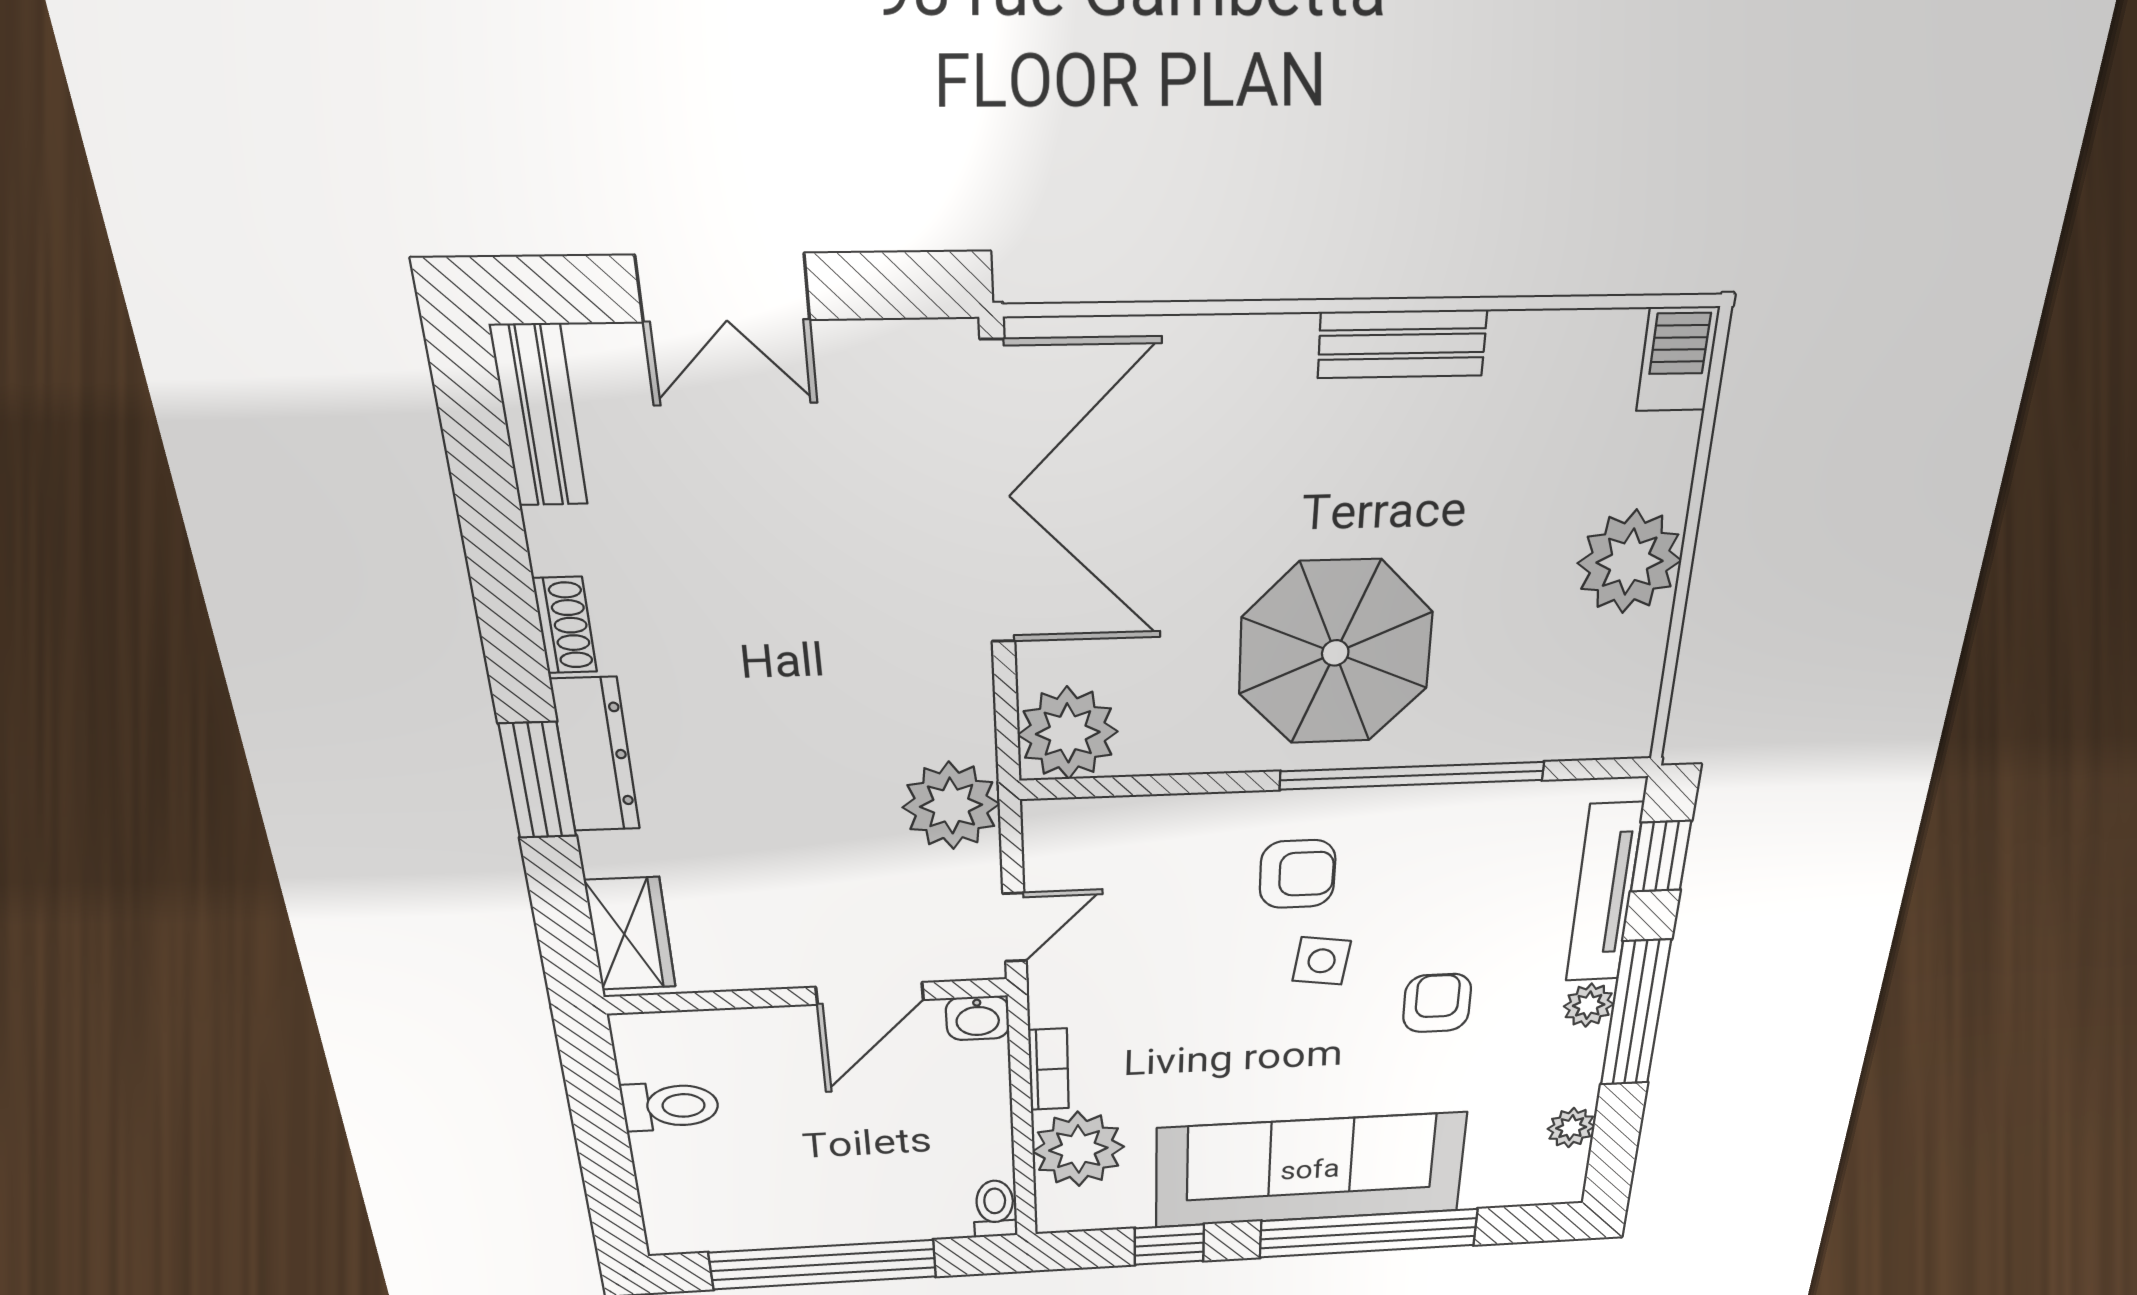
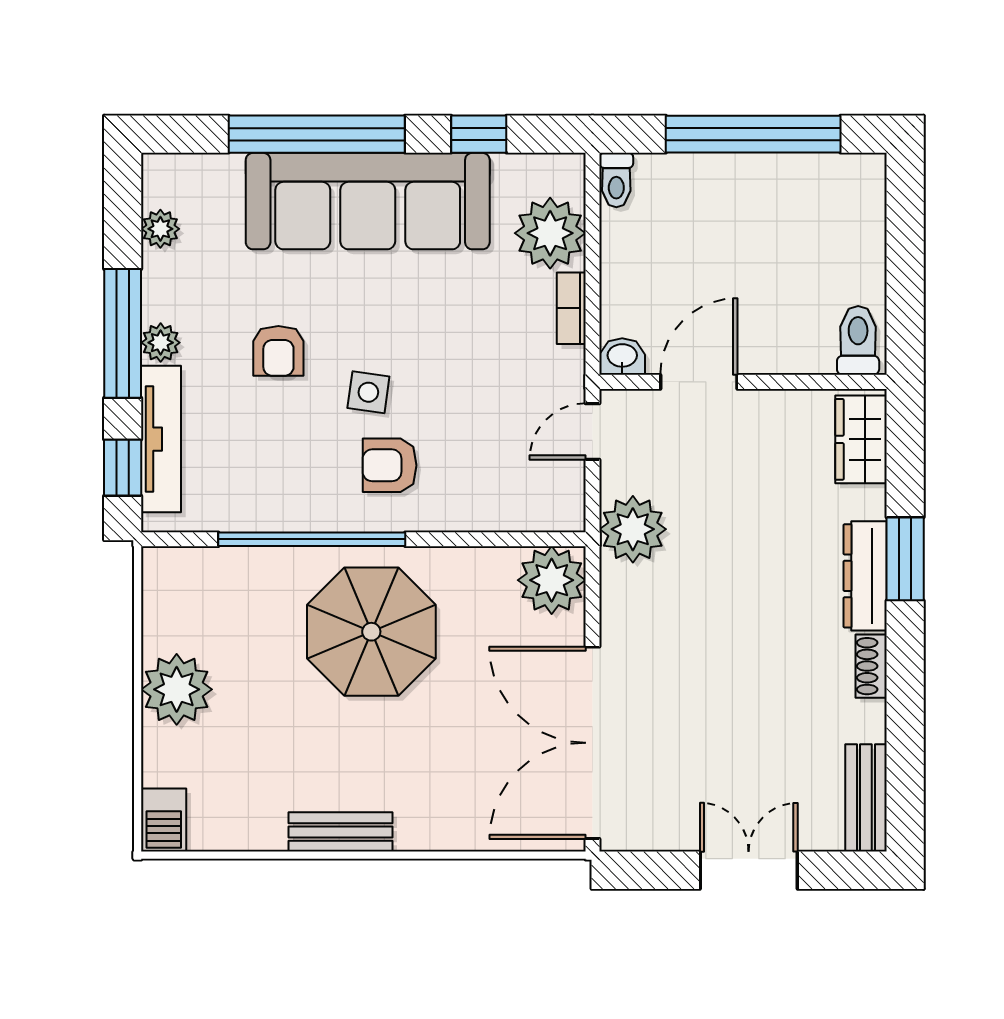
toilet: (670, 1106) -> (858, 340), moved, turned 90

